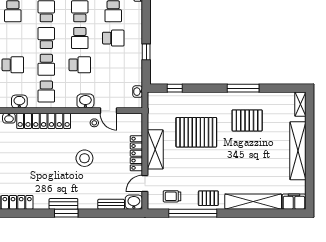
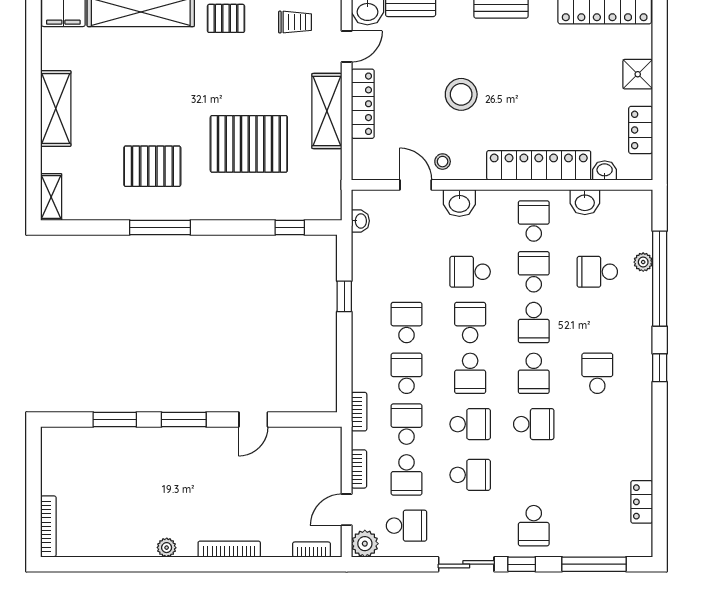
school desk: (113, 38) -> (407, 323), turned 90
shelving: (298, 151) -> (56, 109), width x0.68

